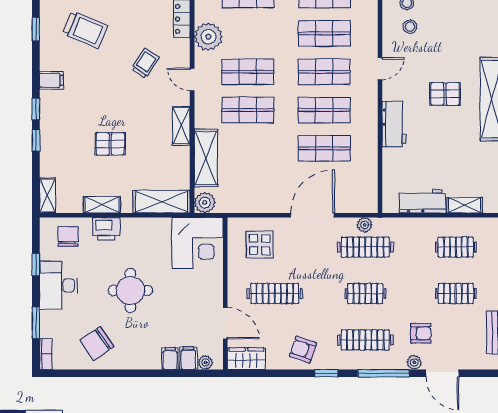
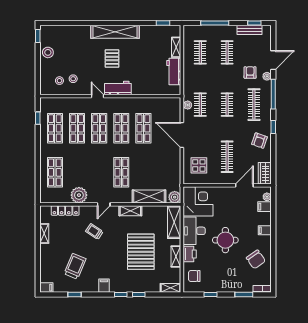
shop shelf: (248, 72) -> (99, 172), removed
workbench: (394, 124) -> (118, 88), moved
pallet: (110, 144) -> (141, 252), width x2.05, depth x2.00
clothes rail: (365, 247) -> (200, 105), width x0.73
desk: (59, 285) -> (194, 231), moved, turned 90
filing cabinet: (170, 359) -> (265, 230), moved

